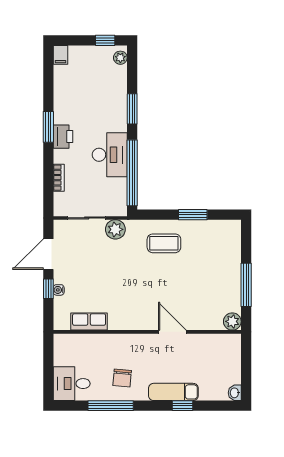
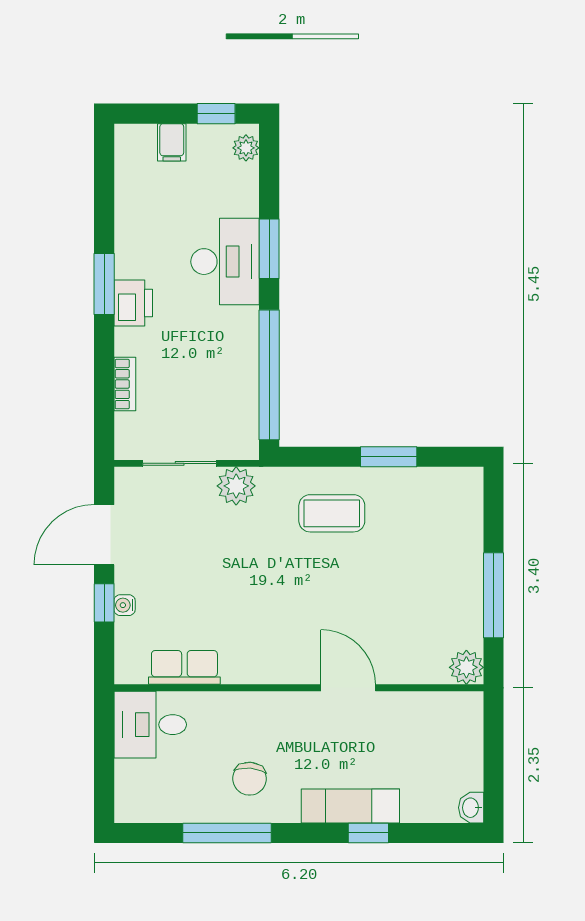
filing cabinet: (61, 55) -> (172, 142), moved
desk: (110, 155) -> (225, 262), moved
desk: (72, 384) -> (150, 725), moved

